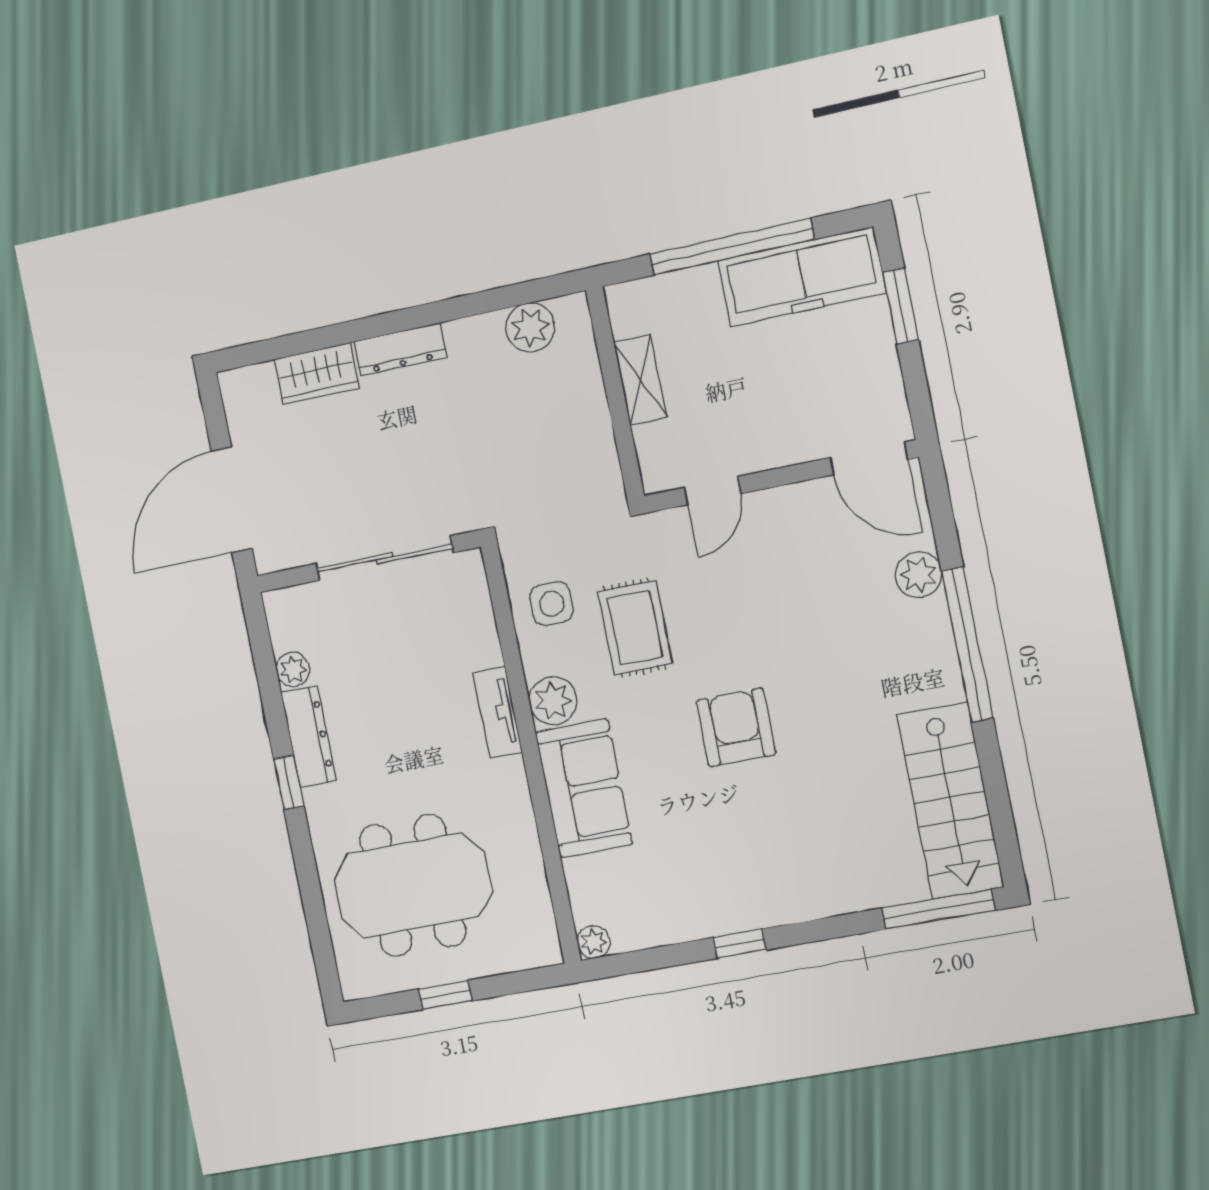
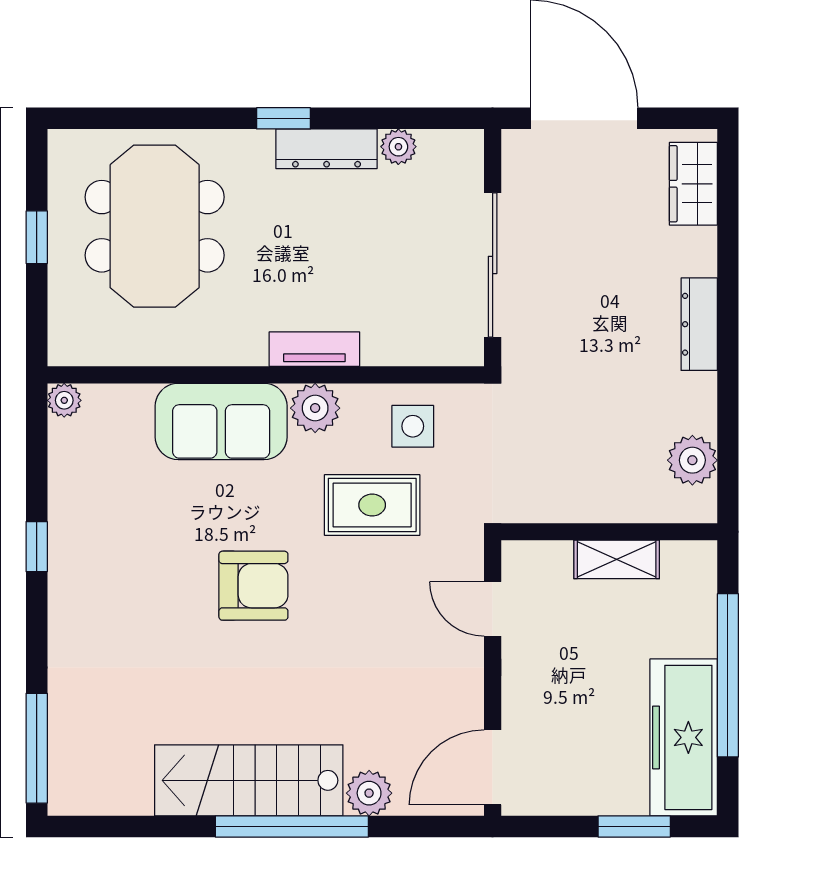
wardrobe: (317, 374) -> (693, 184), moved
stairs: (950, 801) -> (249, 780), moved

